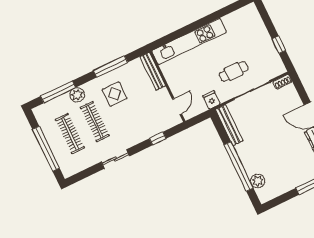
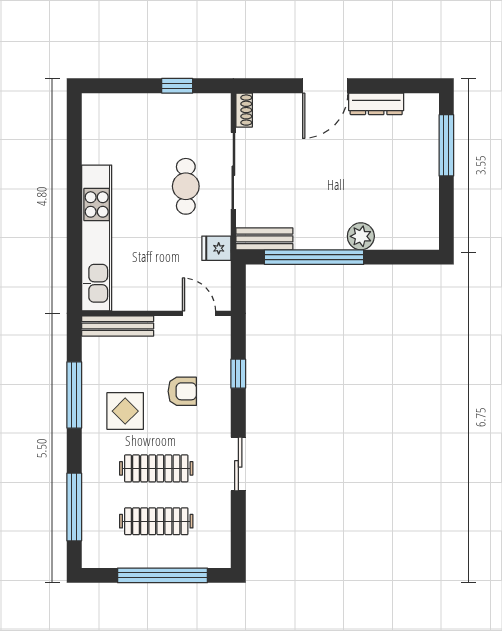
plant: (77, 95) -> (95, 476), removed
armchair: (137, 116) -> (182, 391), added
bench: (229, 125) -> (264, 239), width x0.73
window: (239, 167) -> (314, 257), moved
plant: (258, 181) -> (361, 236), moved

